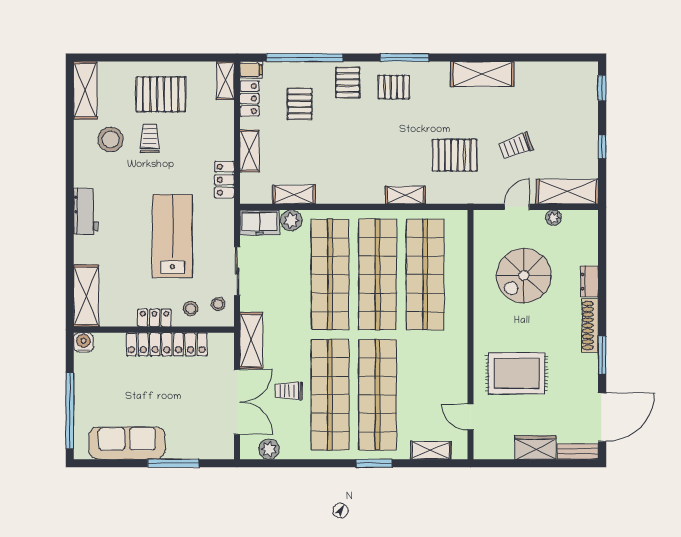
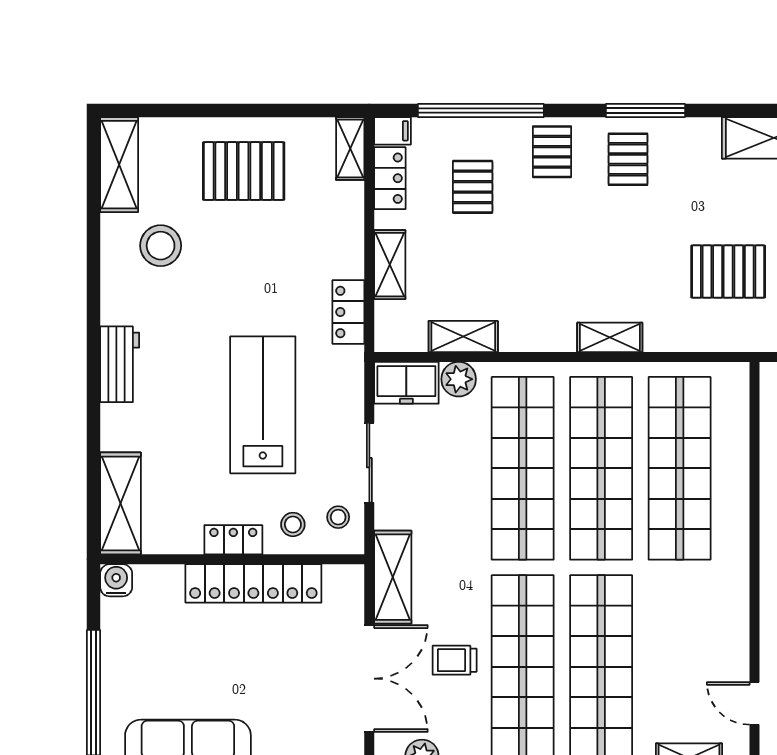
pallet: (394, 87) -> (628, 159), turned 90
trolley: (150, 138) -> (225, 244), removed
shelving: (405, 195) -> (610, 337), moved

